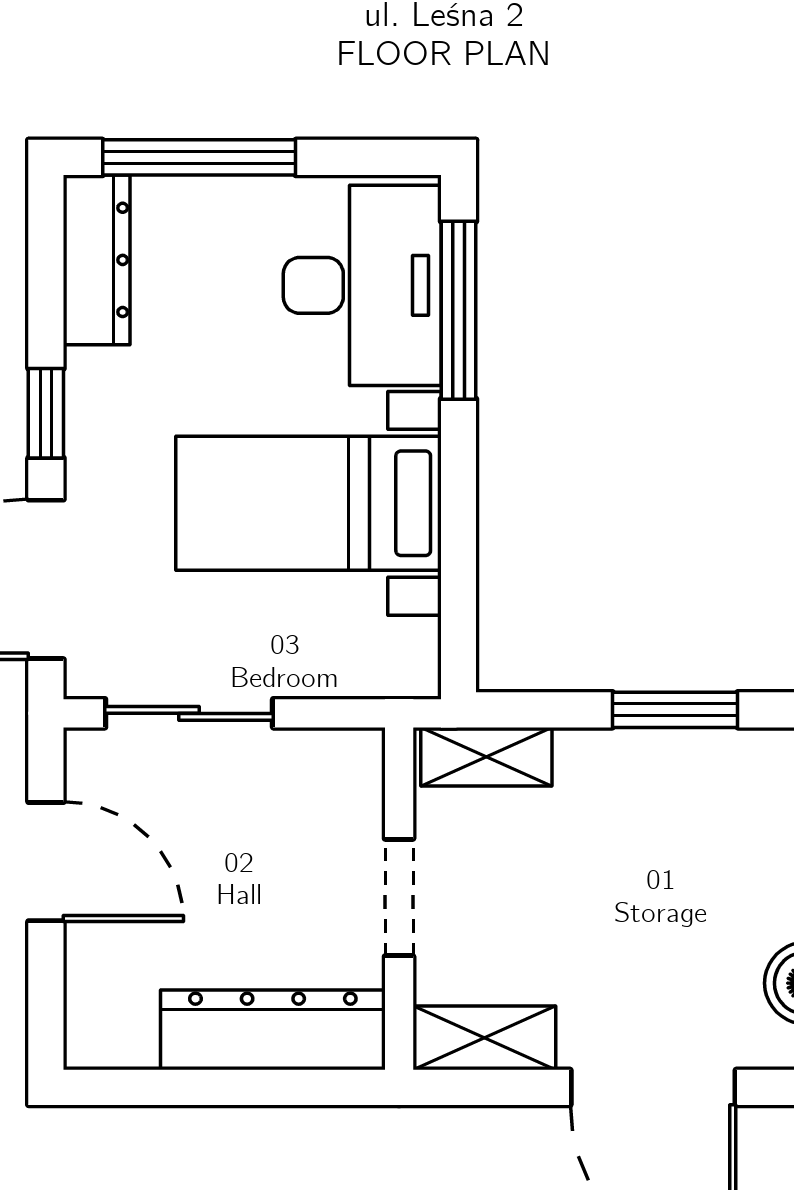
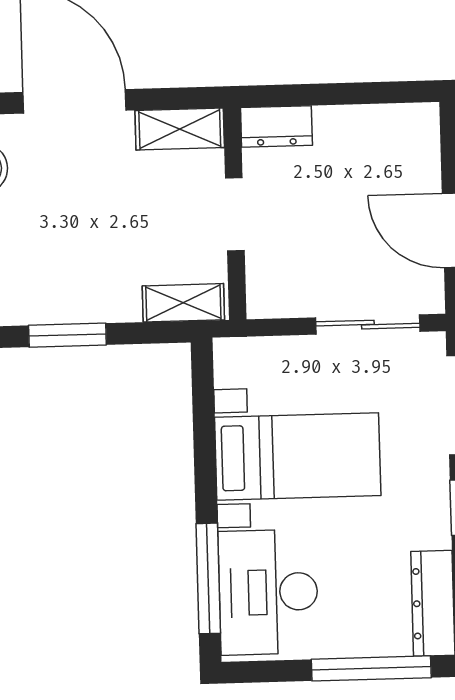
dresser: (273, 1030) -> (276, 126), width x0.51, depth x0.80

